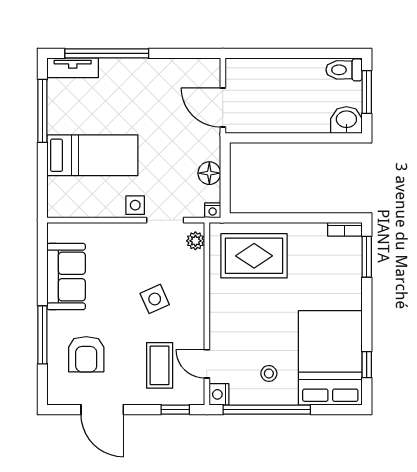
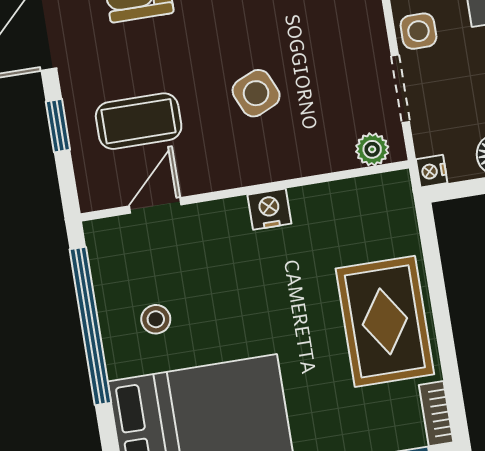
rug: (254, 256) -> (385, 321), moved
nightstand: (219, 394) -> (269, 209), moved
window: (175, 410) -> (58, 126), moved

